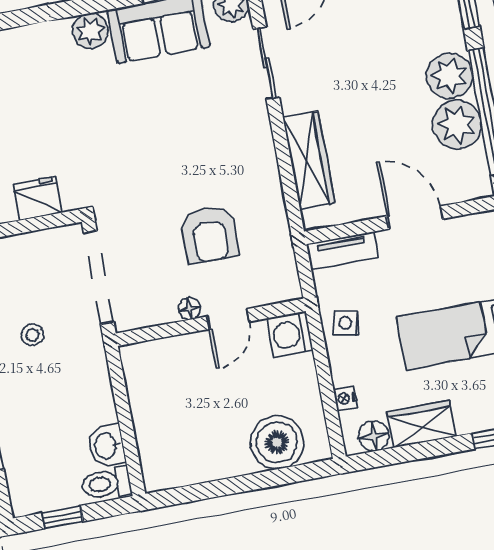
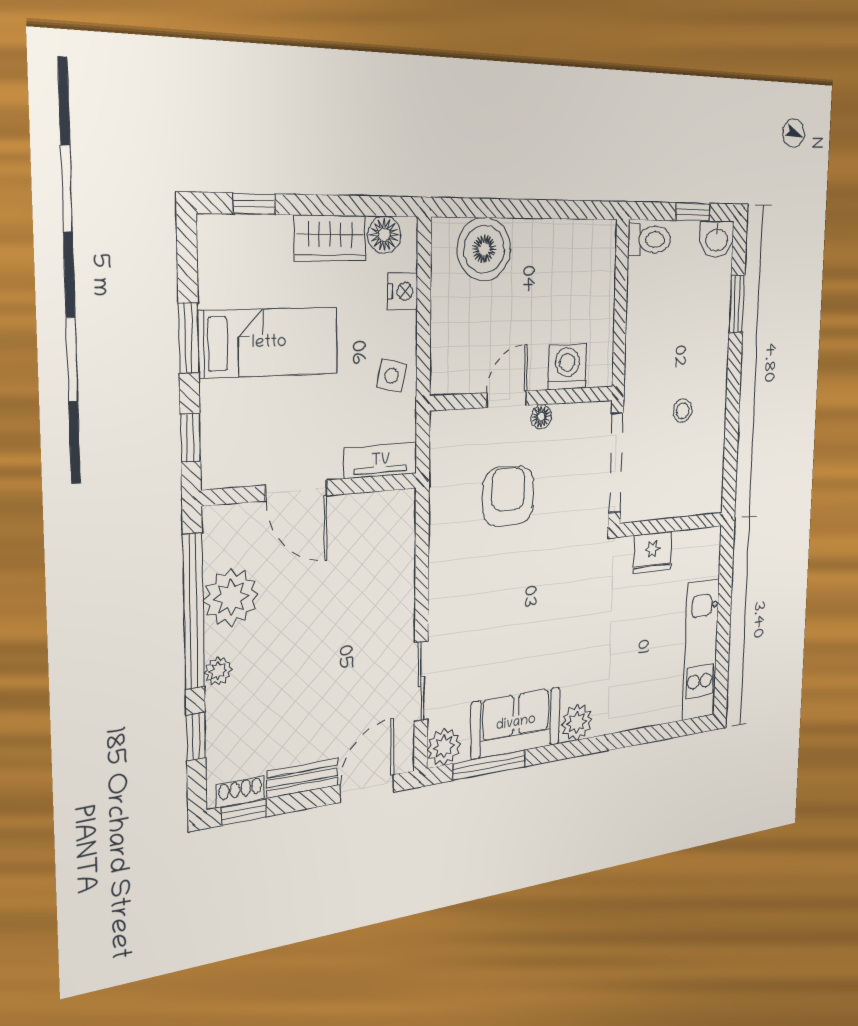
plant: (450, 76) -> (218, 671), width x0.53, depth x0.53
wardrobe: (309, 160) -> (397, 569), removed
washing machine: (290, 334) -> (567, 367), moved, turned -90
nightstand: (345, 398) -> (403, 291), width x1.39, depth x1.35
washbasin: (106, 446) -> (717, 239), moved, turned 90

